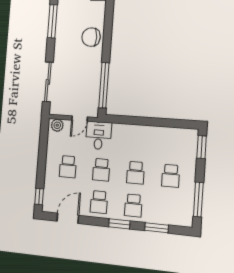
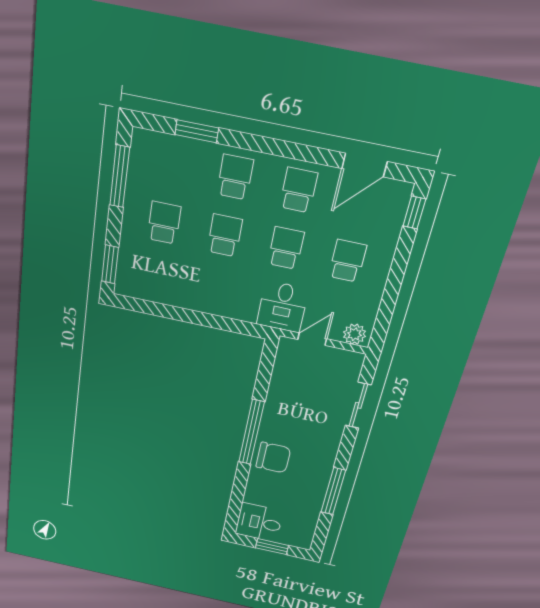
sliding door: (48, 82) -> (358, 405), width x0.73
window: (104, 85) -> (251, 432), moved
window: (119, 224) -> (265, 145), removed

